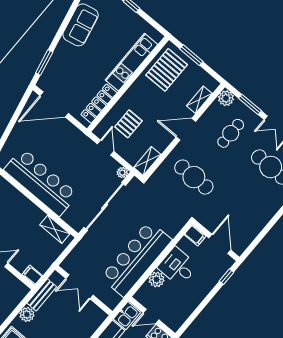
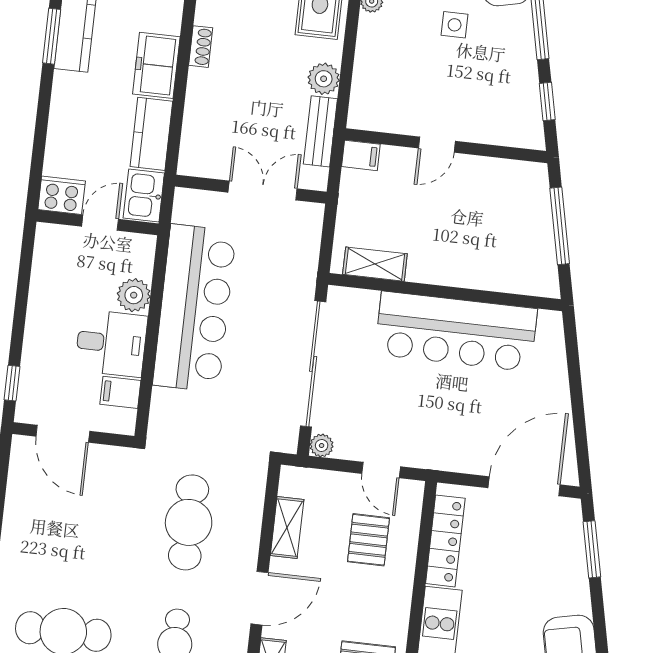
shelving: (147, 161) -> (287, 528), moved
cafe table: (194, 177) -> (189, 522), turned 90
filing cabinet: (195, 235) -> (120, 392), moved

